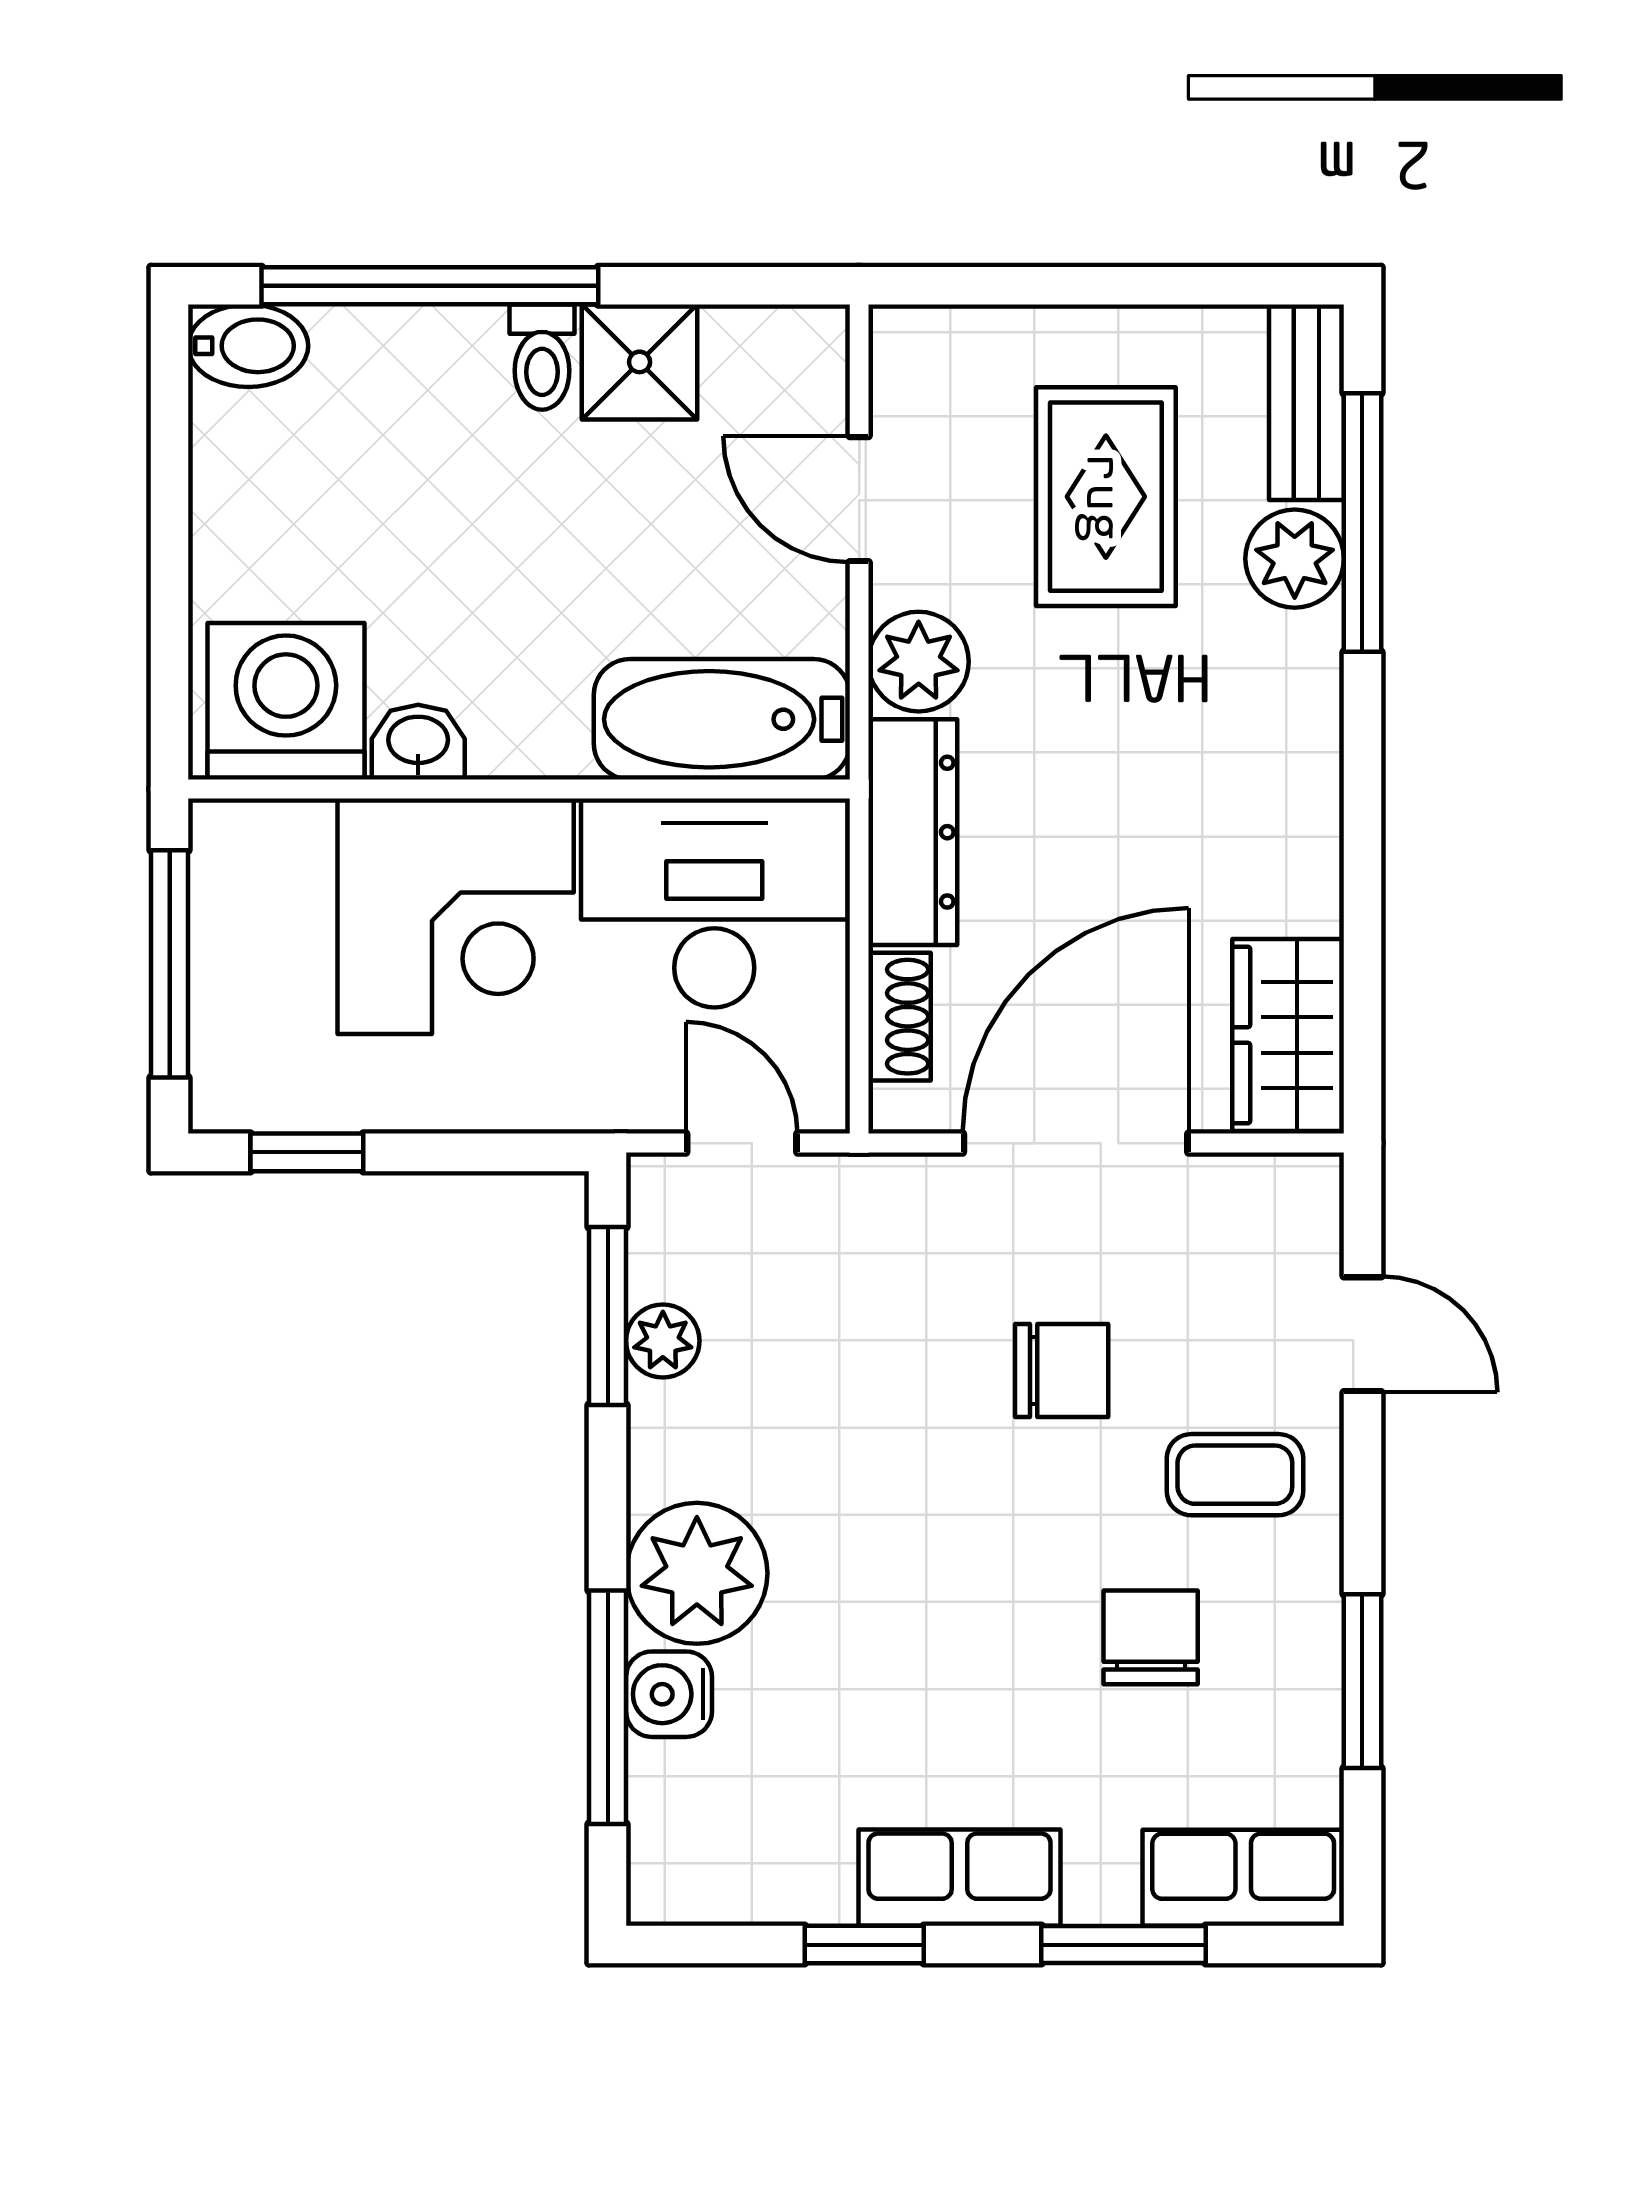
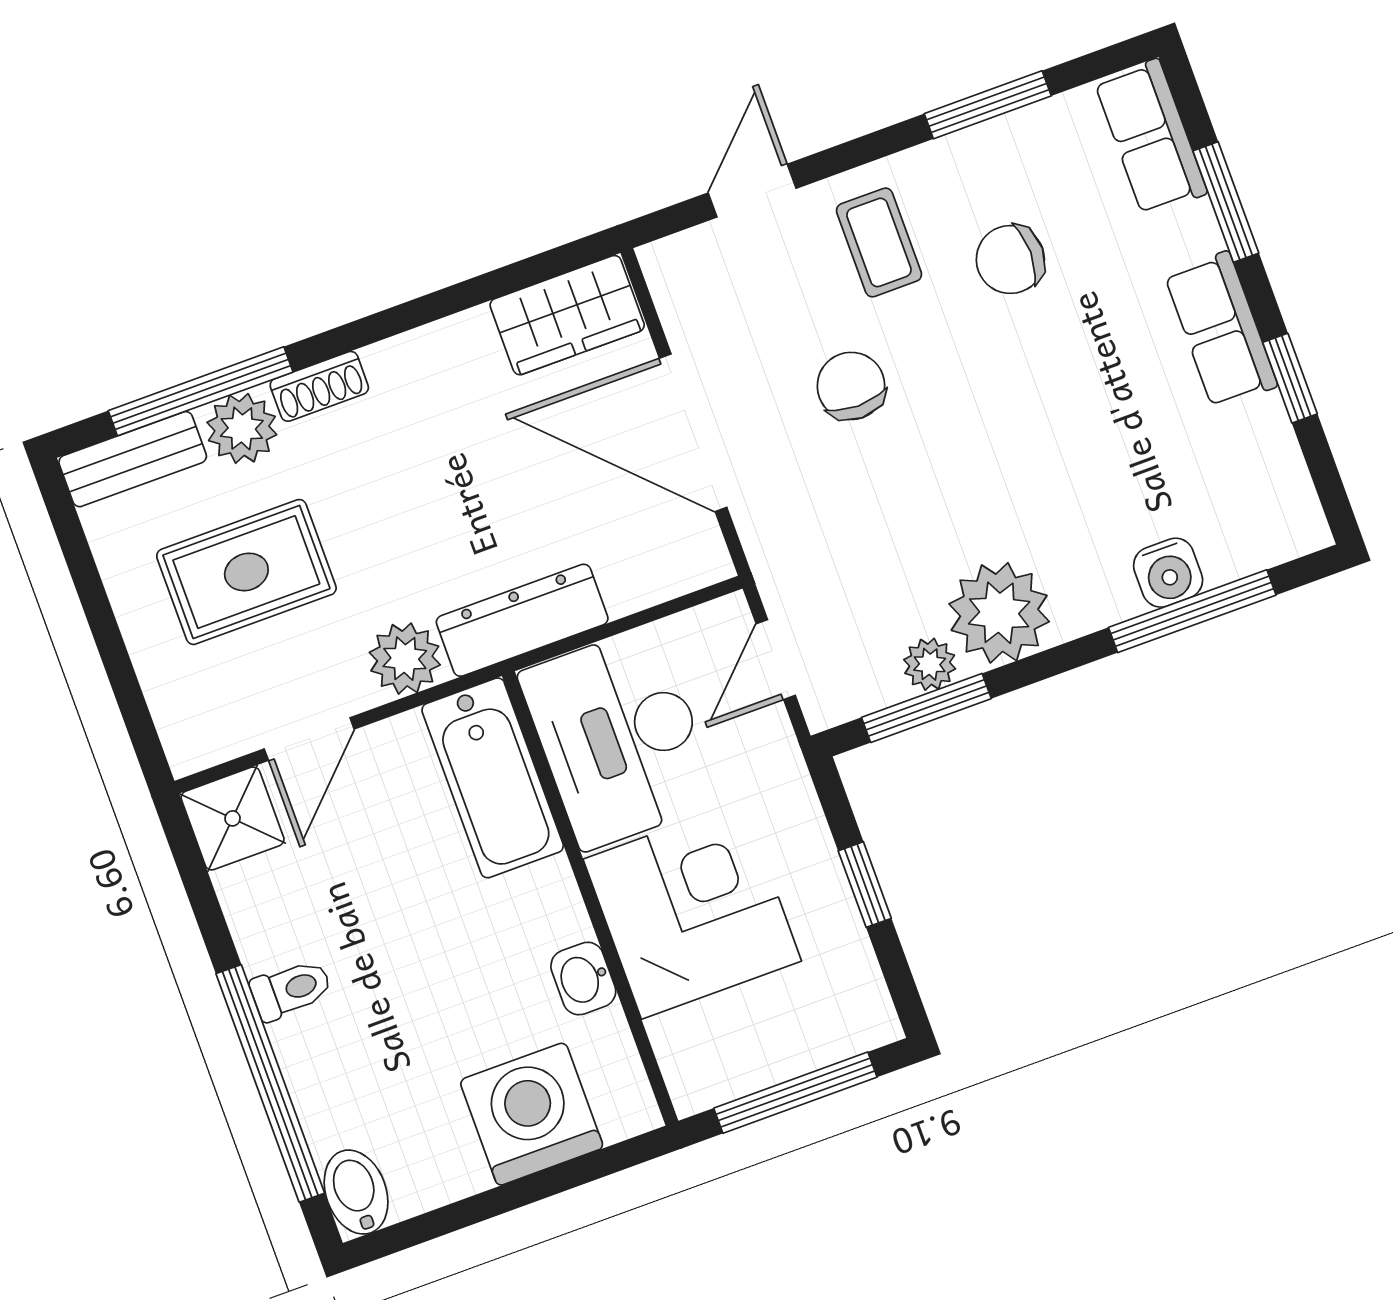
shower: (640, 362) -> (233, 818), moved
washing machine: (286, 701) -> (532, 1114), moved, turned 90
shoe rack: (900, 1017) -> (319, 386), moved, turned 180
window: (307, 1152) -> (865, 885), moved
plant: (697, 1573) -> (999, 613), moved

